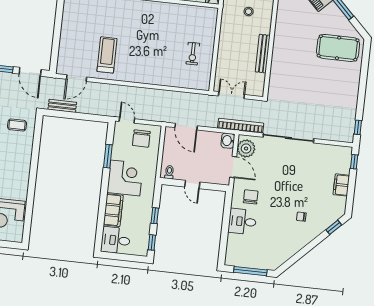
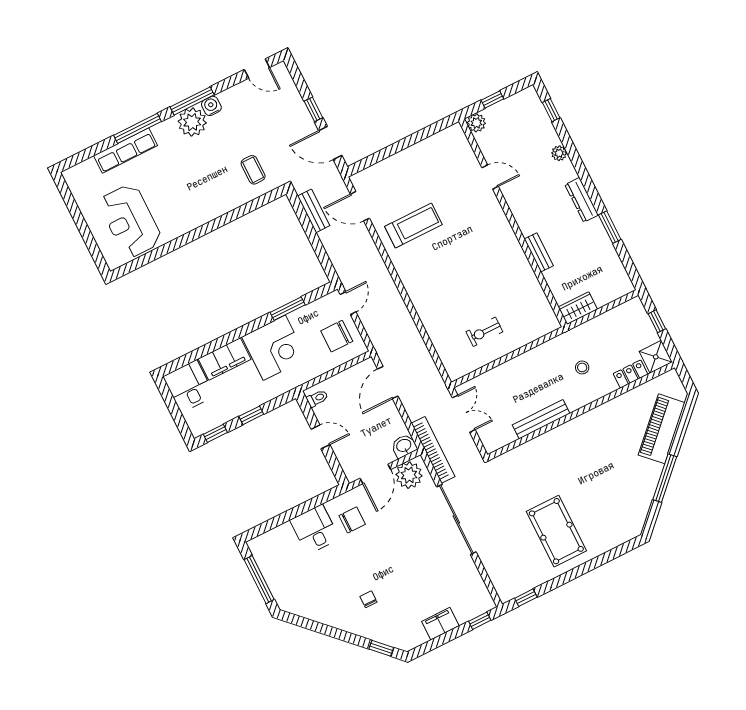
pool table: (338, 48) -> (556, 531), moved
door: (30, 72) -> (330, 143), hinge flipped
door: (192, 184) -> (320, 437), swing flipped

